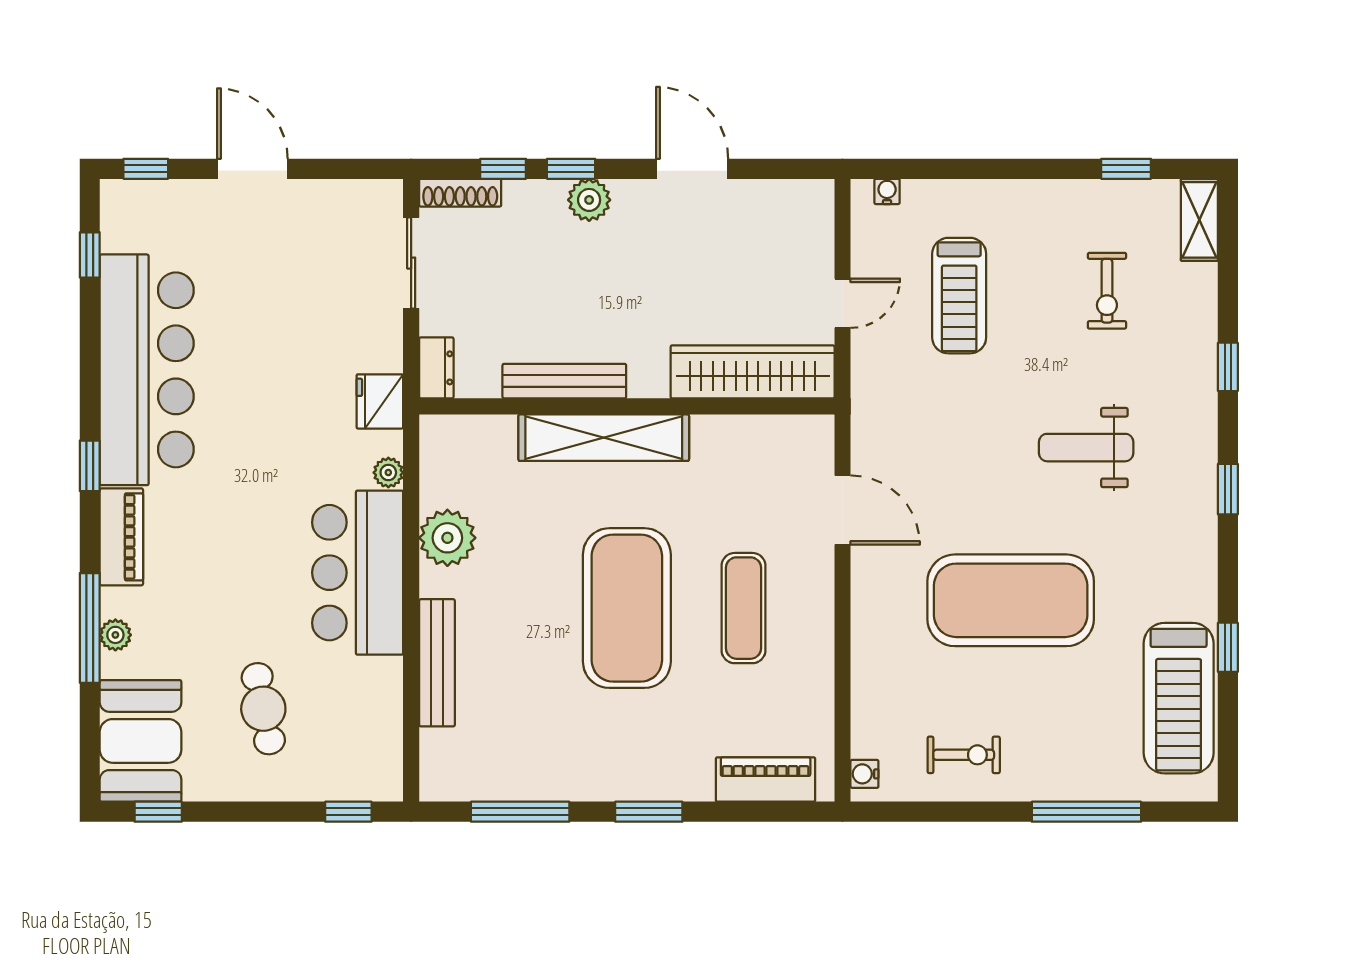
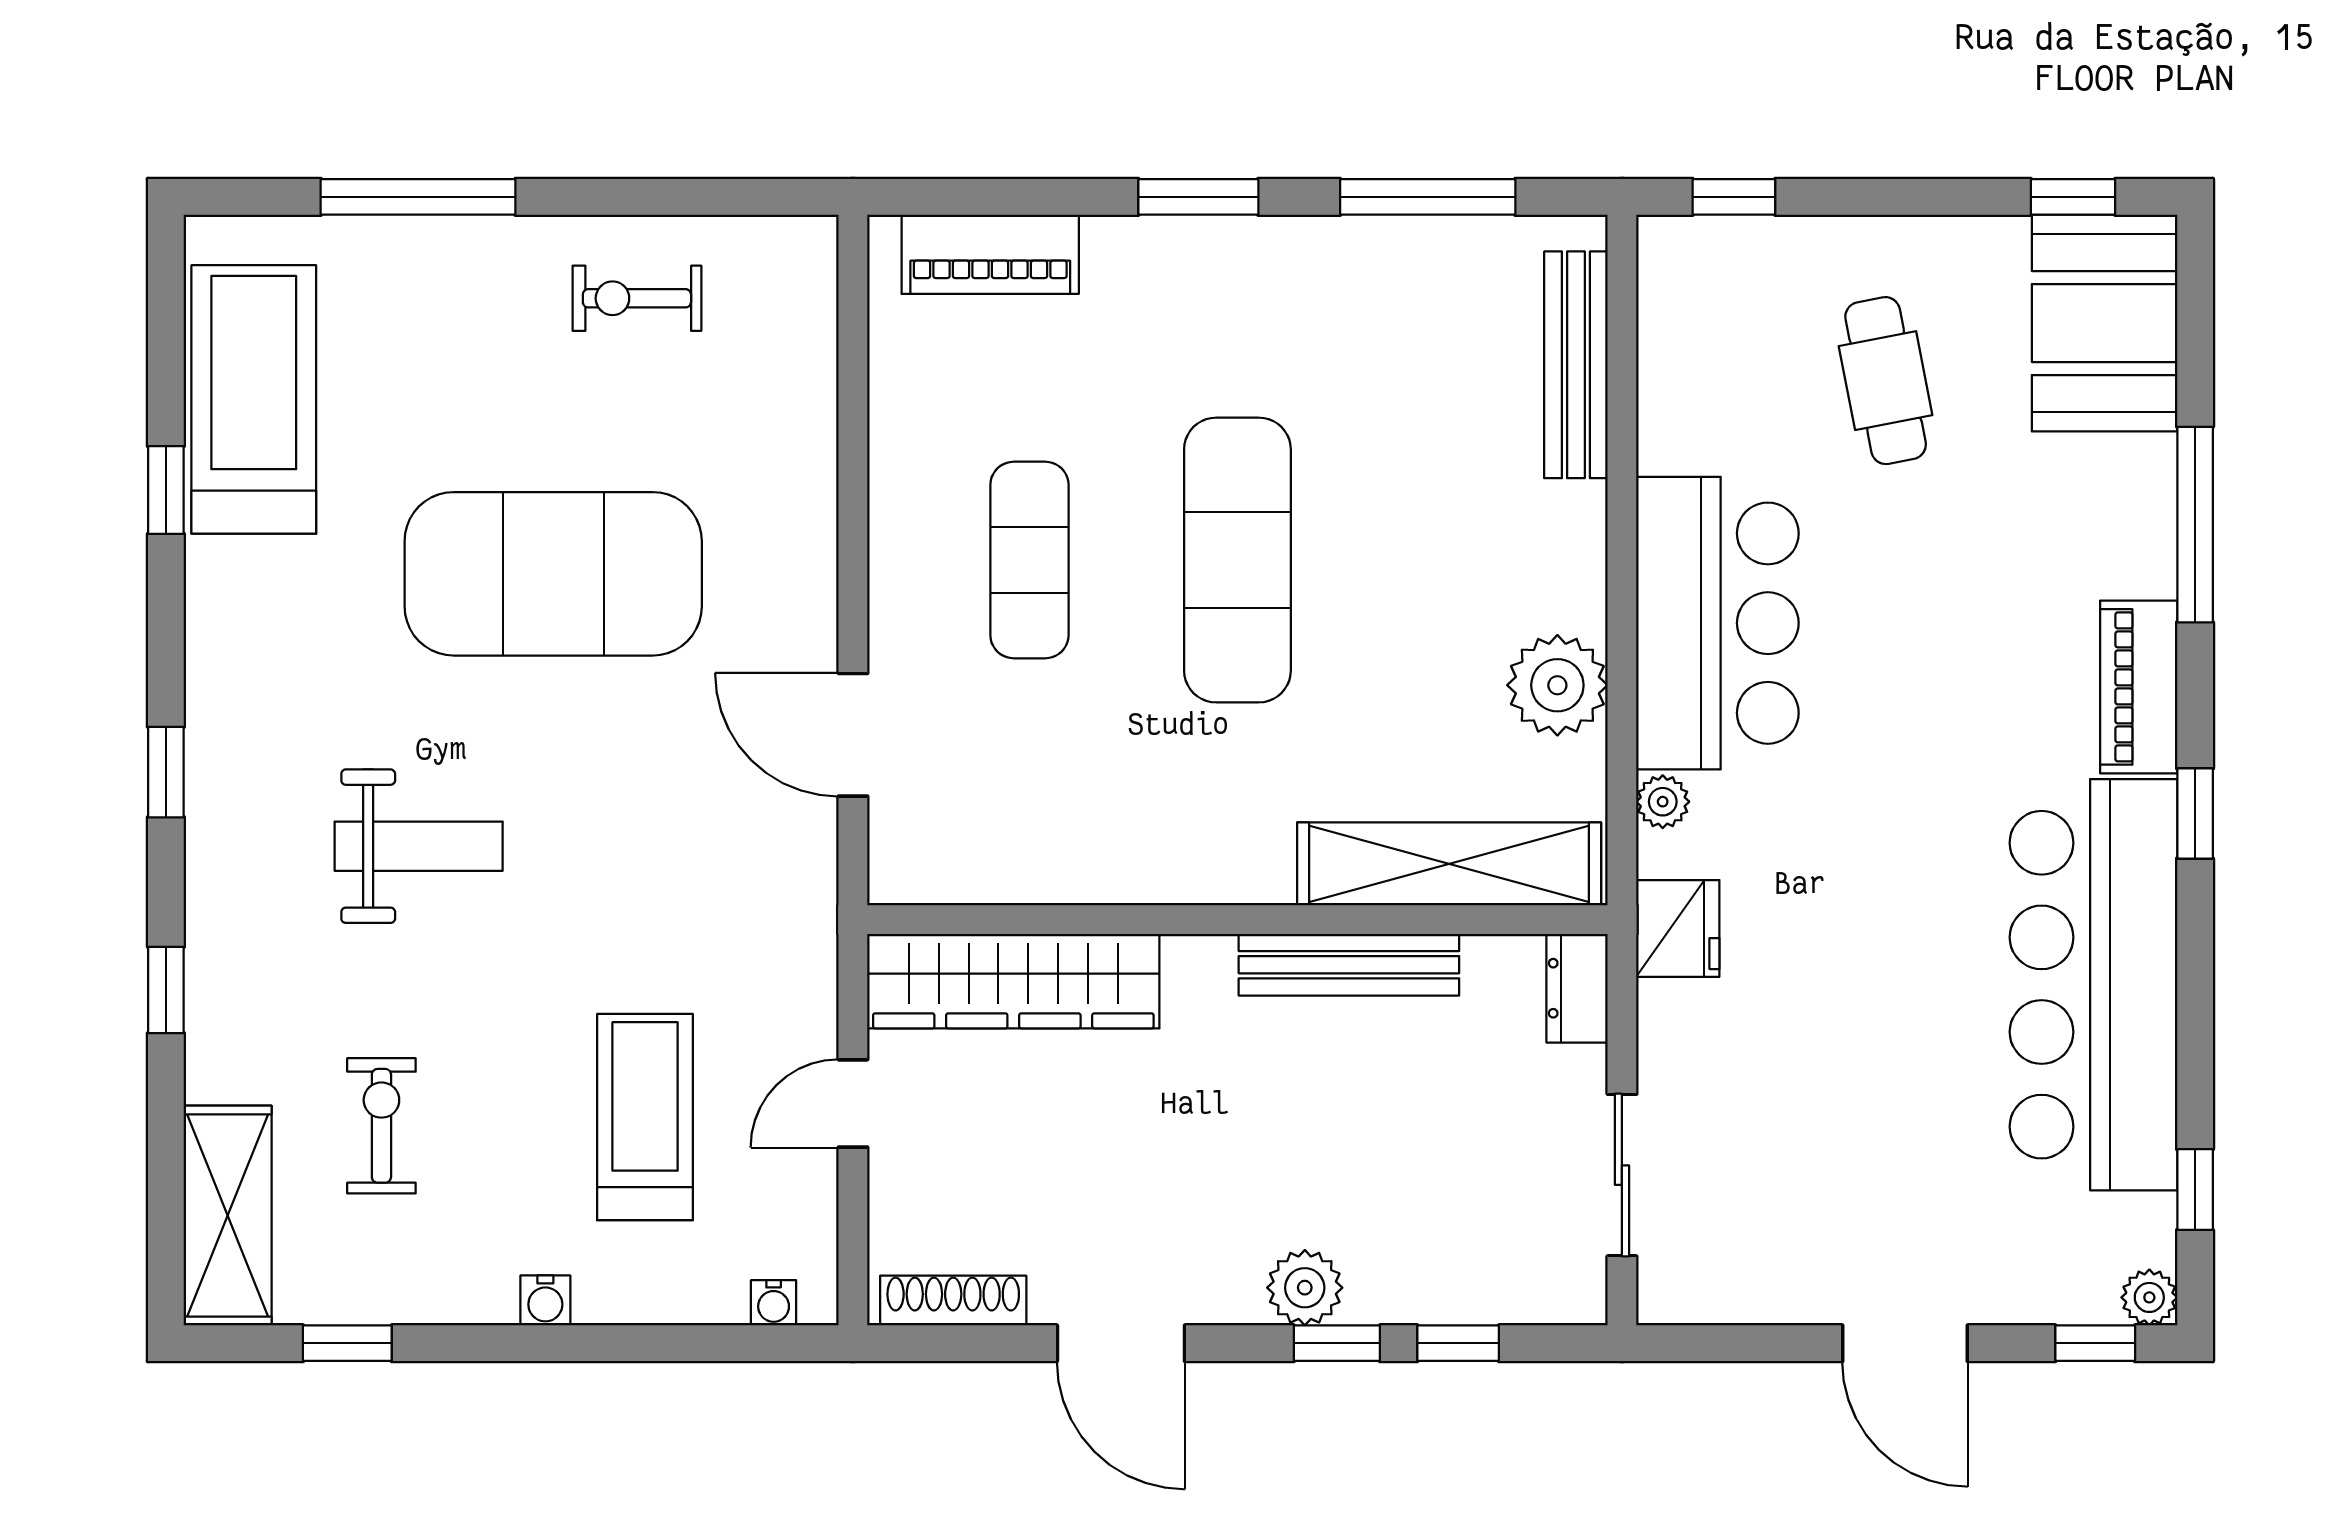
shoe rack: (460, 193) -> (953, 1301), moved
shelving: (1199, 220) -> (228, 1216), width x1.50, depth x1.33
shelving: (604, 438) -> (1449, 864), moved
exercise mat: (627, 608) -> (1237, 560), width x0.68
plant: (115, 635) -> (2149, 1297), moved
bench: (437, 663) -> (1576, 365), moved
water cooler: (864, 774) -> (545, 1300), moved, turned 90

